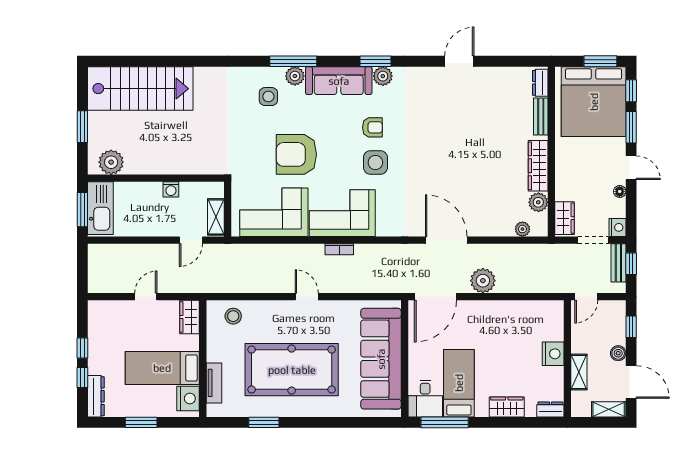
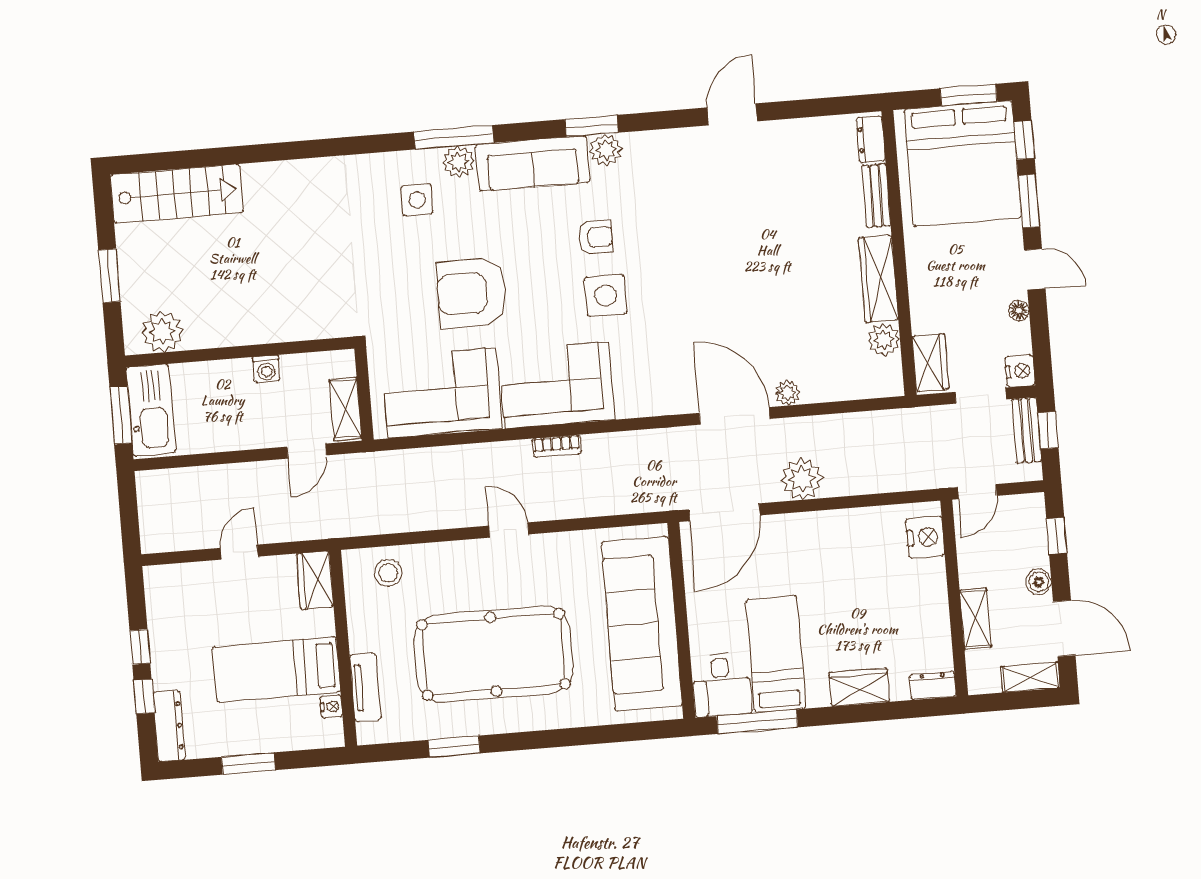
stairs: (140, 89) -> (177, 194), width x0.73, depth x0.66
plant: (522, 229) -> (788, 393), moved
nightstand: (553, 354) -> (925, 537), moved
nightstand: (188, 398) -> (331, 707), width x0.53, depth x0.56

